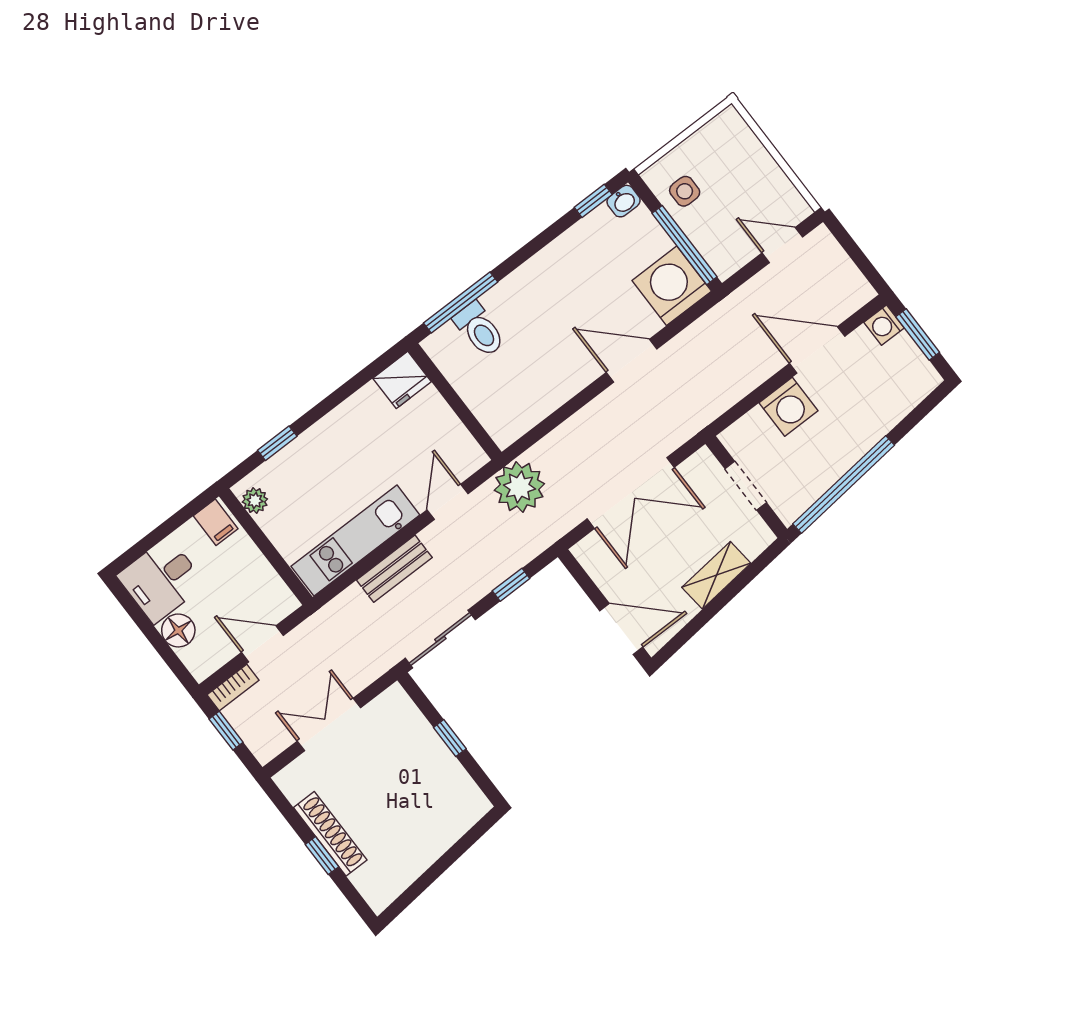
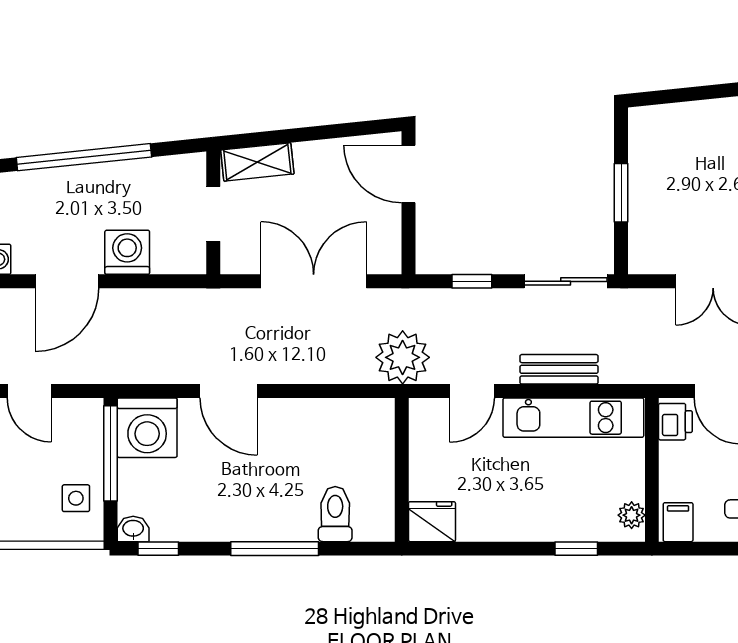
window: (461, 303) -> (275, 549), moved
door: (817, 350) -> (67, 281), hinge flipped
window: (844, 484) -> (84, 157), moved
shelving: (716, 575) -> (257, 162), moved
printer: (276, 597) -> (675, 422), added
window: (450, 738) -> (621, 193), width x1.50

